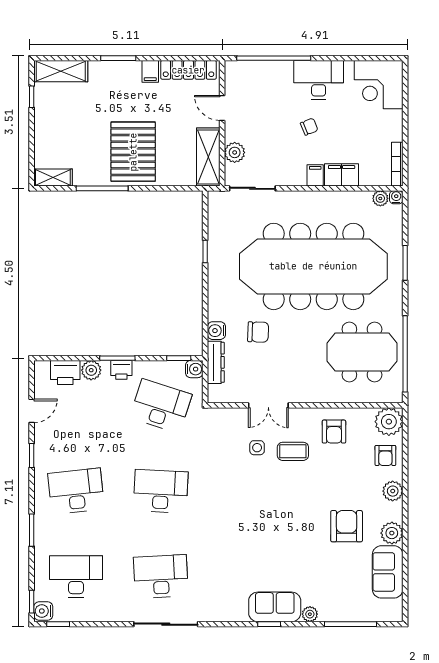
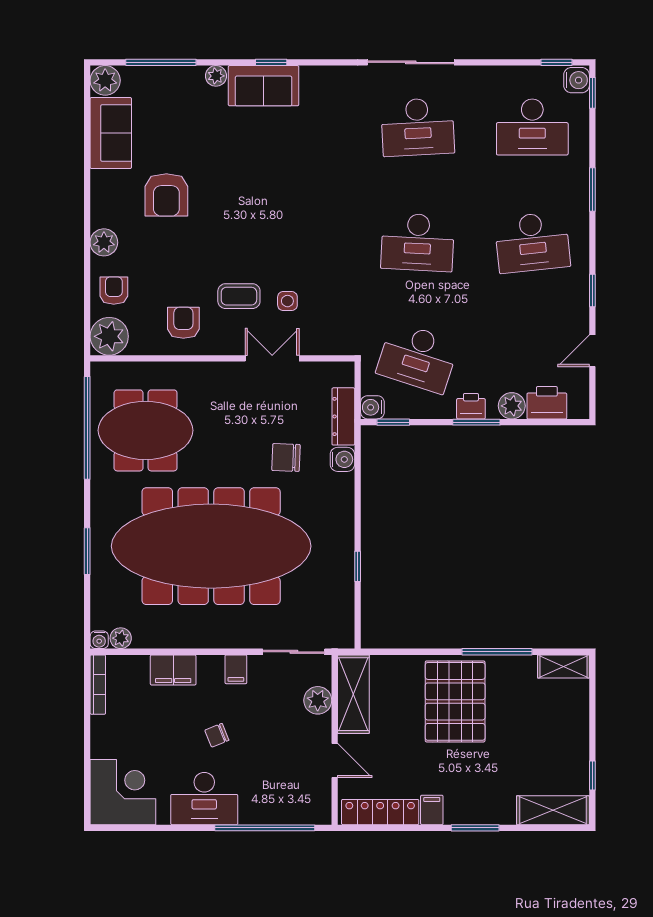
filing cabinet: (315, 175) -> (236, 669), moved
plant: (392, 533) -> (105, 80), moved

